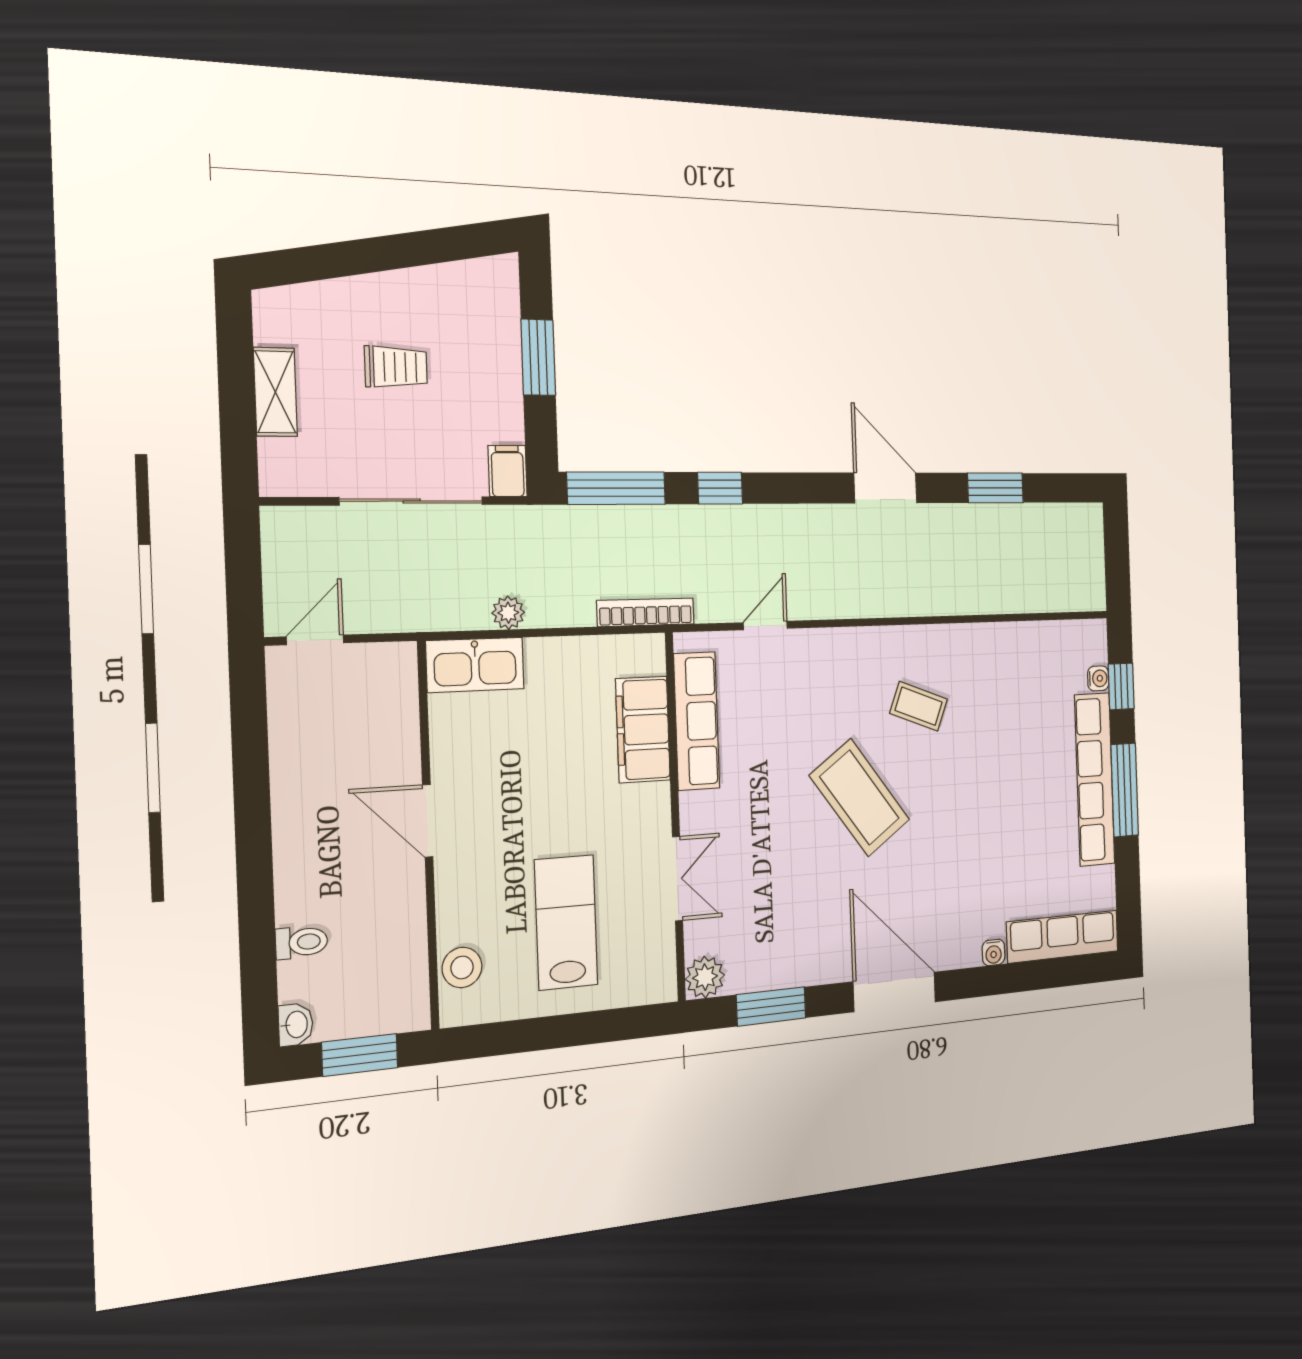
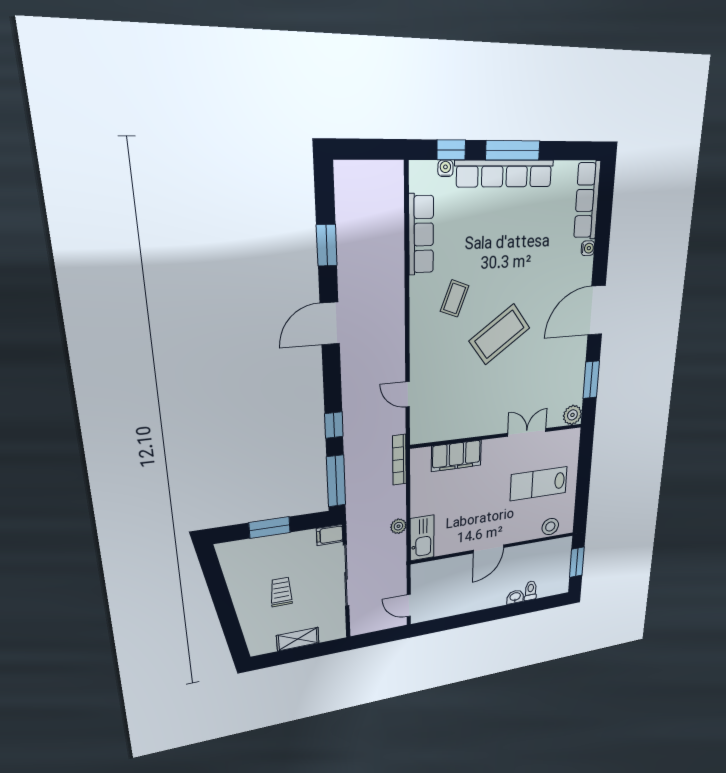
row of seats: (697, 721) -> (421, 235), moved, turned 90
washbasin: (296, 1025) -> (515, 597), moved

